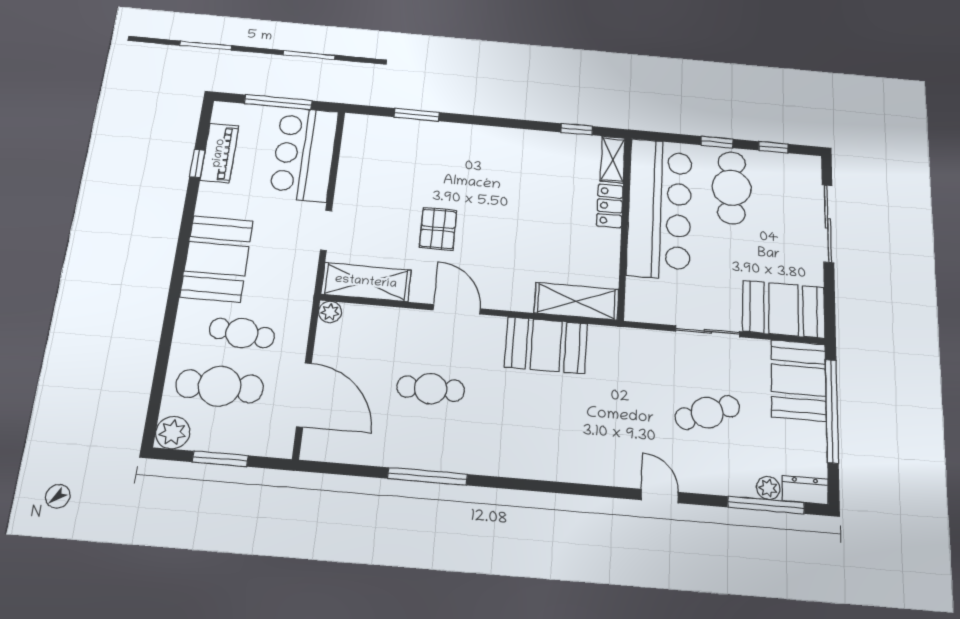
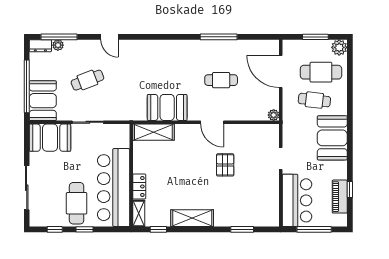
shelving: (366, 282) -> (192, 218), moved

